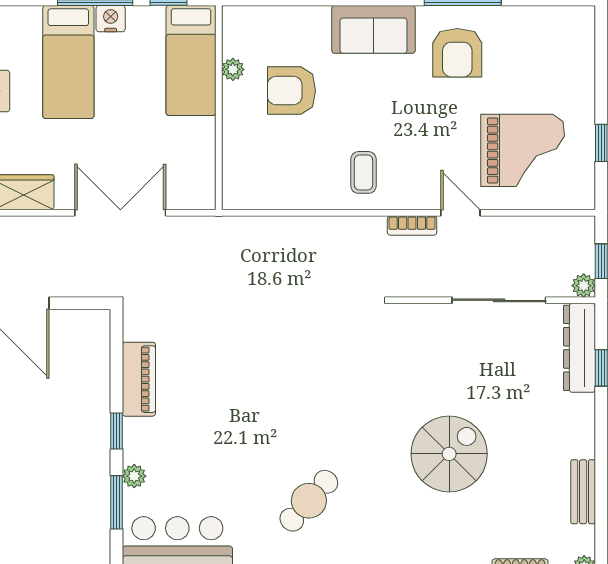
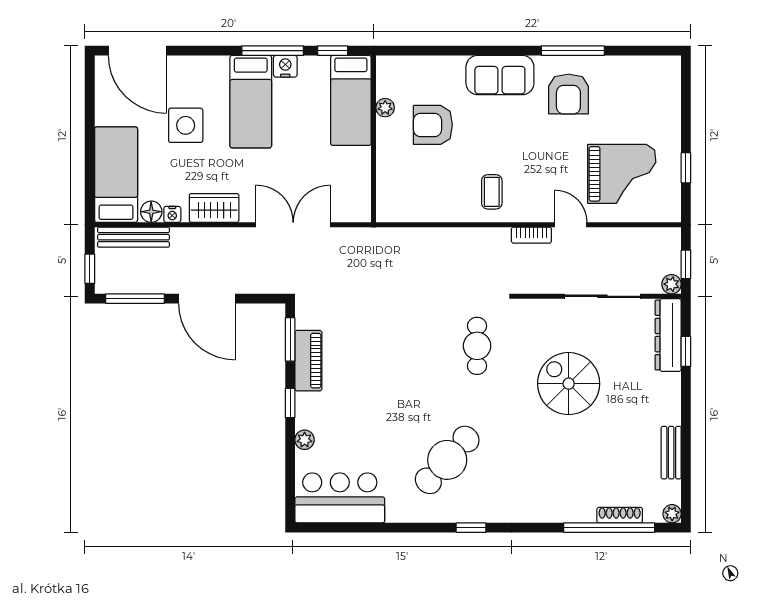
cafe table: (345, 361) -> (477, 346), added
spiral stairs: (449, 454) -> (569, 384), moved, turned -90
cafe table: (309, 501) -> (447, 460), width x1.37, depth x1.35
window: (116, 502) -> (290, 339), moved

